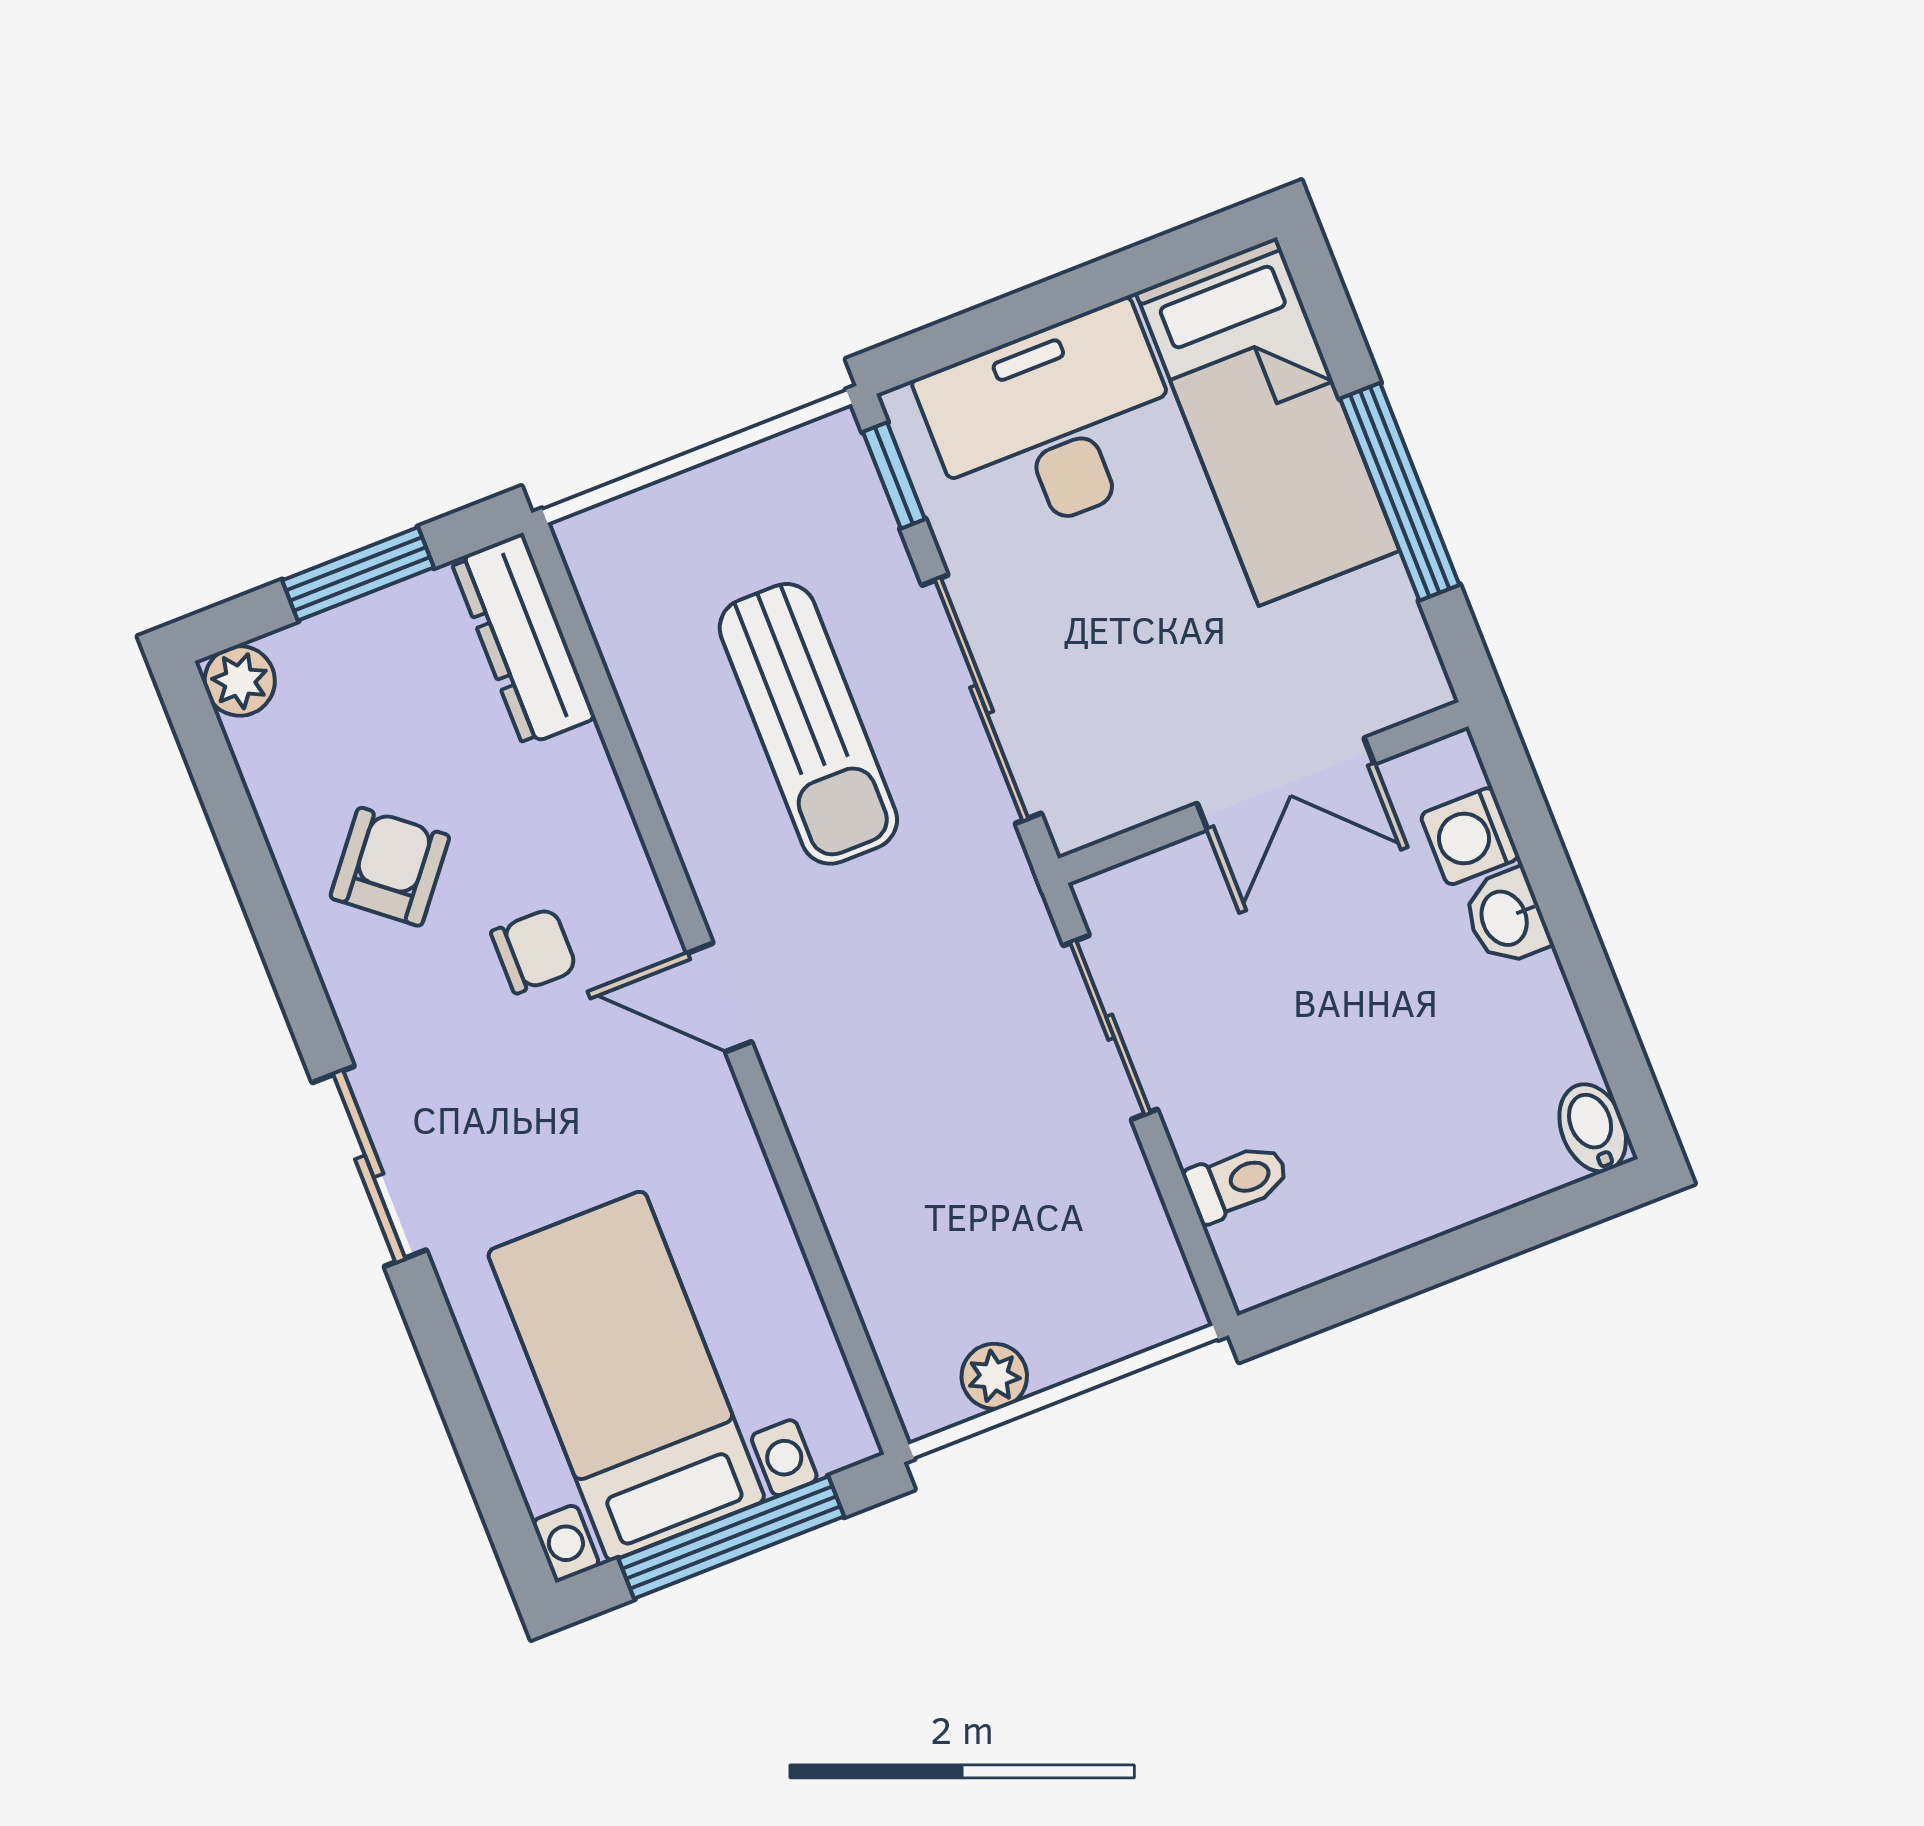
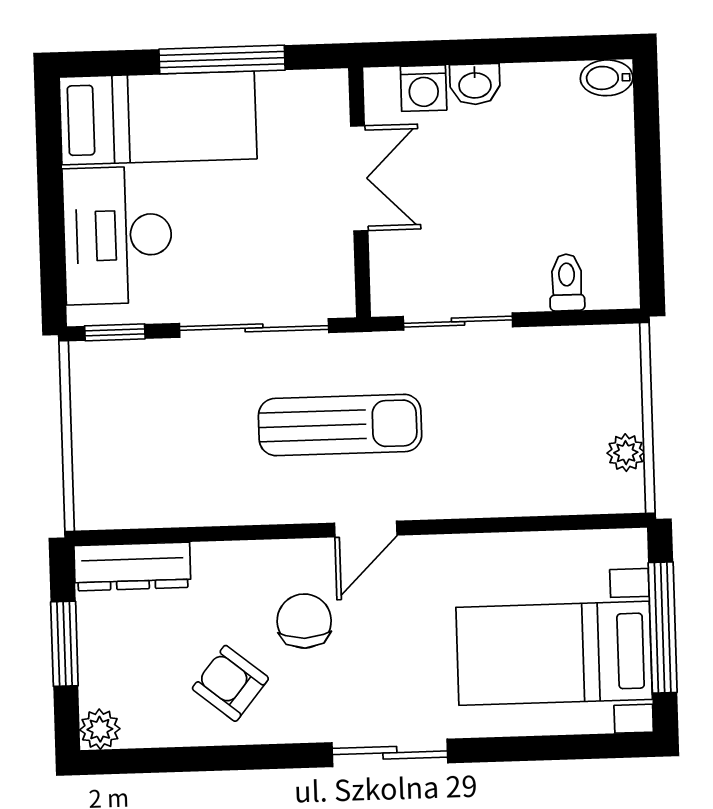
sun lounger: (808, 724) -> (340, 425), moved
chair: (534, 951) -> (304, 621), width x1.37, depth x1.37

